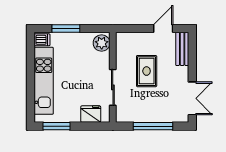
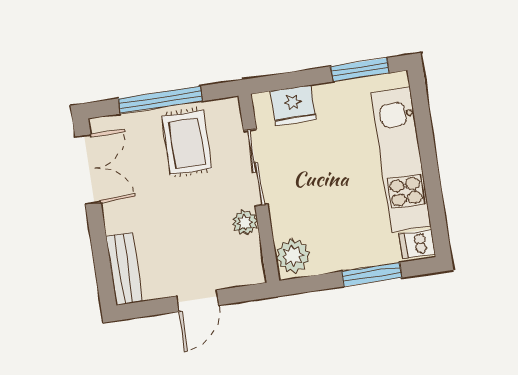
door: (163, 29) -> (198, 301), moved
plant: (122, 62) -> (245, 222), added
rug: (147, 71) -> (187, 143), moved
double door: (192, 98) -> (88, 170), swing flipped

